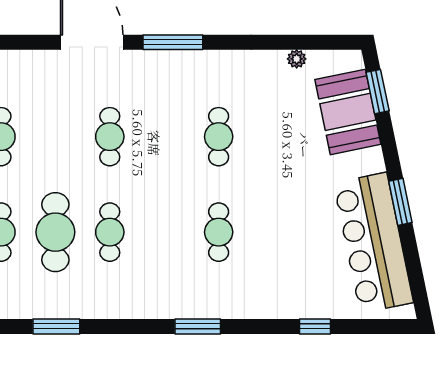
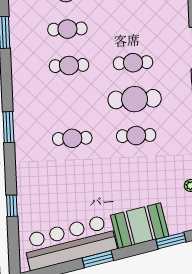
booth: (348, 112) -> (140, 226), moved
cafe table: (164, 137) -> (135, 99), added
cafe table: (55, 232) -> (67, 29), width x0.73, depth x0.74

